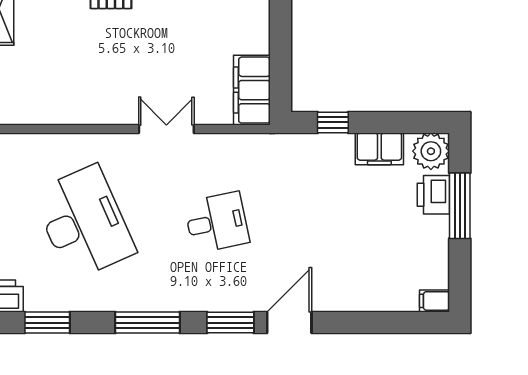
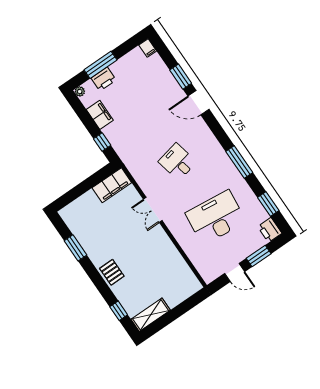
plant: (431, 151) -> (80, 91), width x0.53, depth x0.53
desk: (84, 222) -> (216, 218), turned 30
window: (230, 323) -> (181, 77), moved

